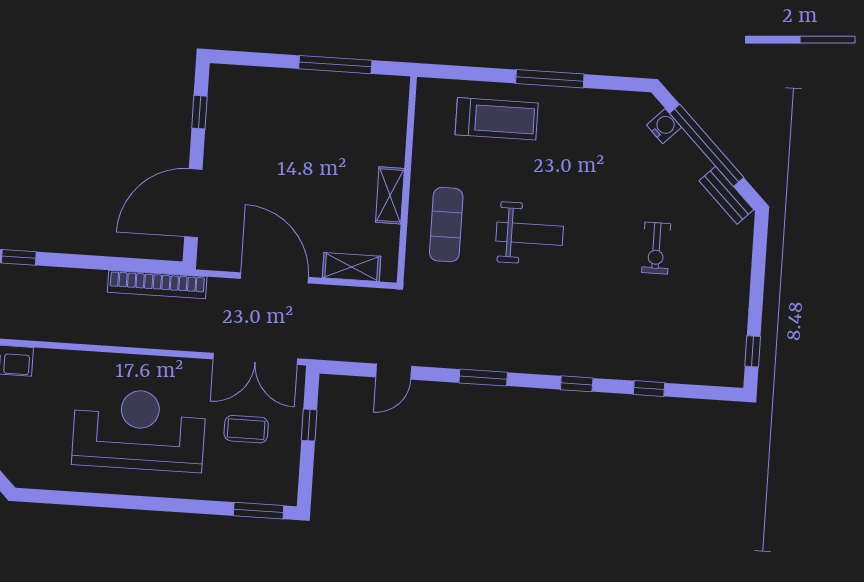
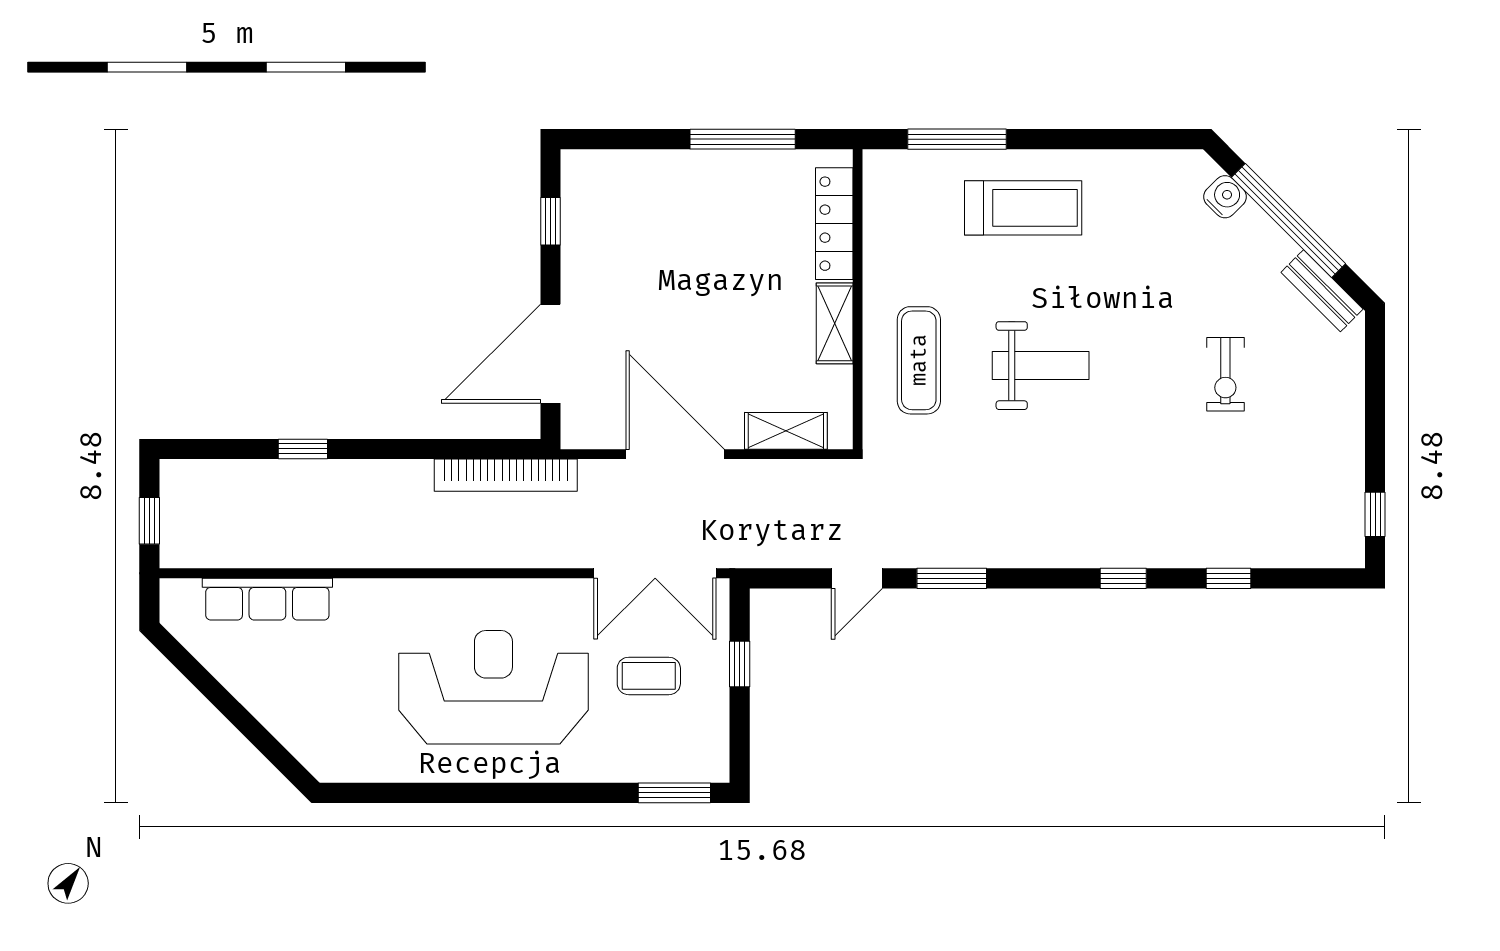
window: (550, 79) -> (957, 139), moved
treadmill: (497, 119) -> (1023, 208), moved
locker: (394, 127) -> (834, 224), added
window: (483, 378) -> (952, 578), moved

